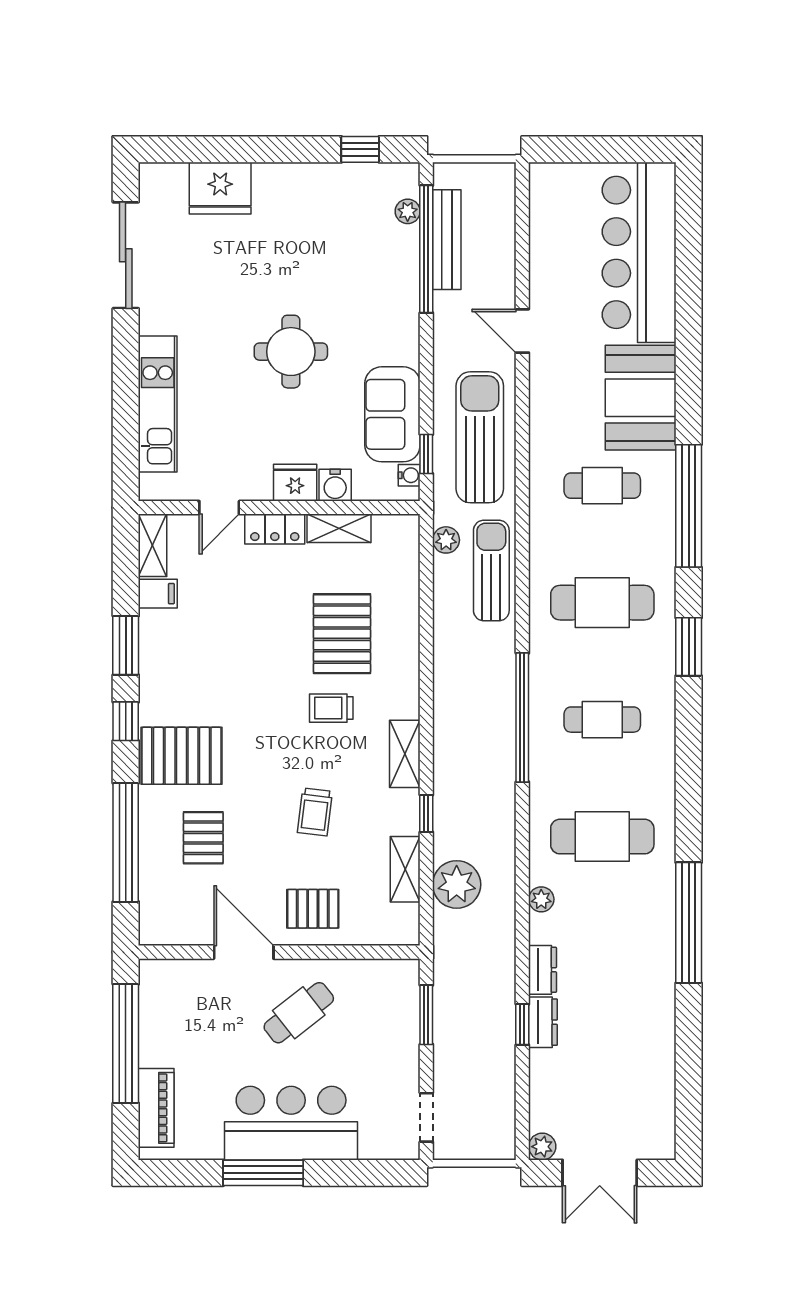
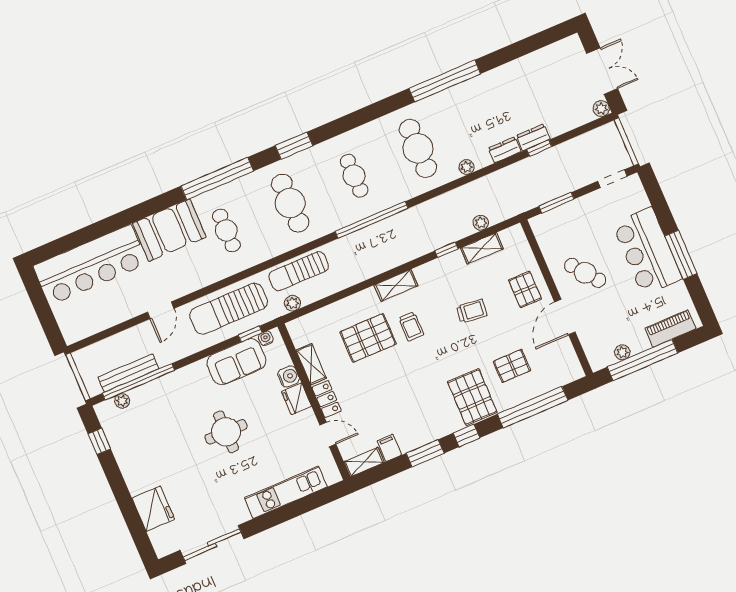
shelving: (405, 754) -> (396, 285), moved
plant: (457, 884) -> (481, 223), width x0.53, depth x0.53
plant: (151, 1018) -> (622, 352), added

